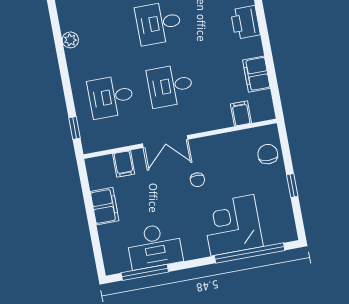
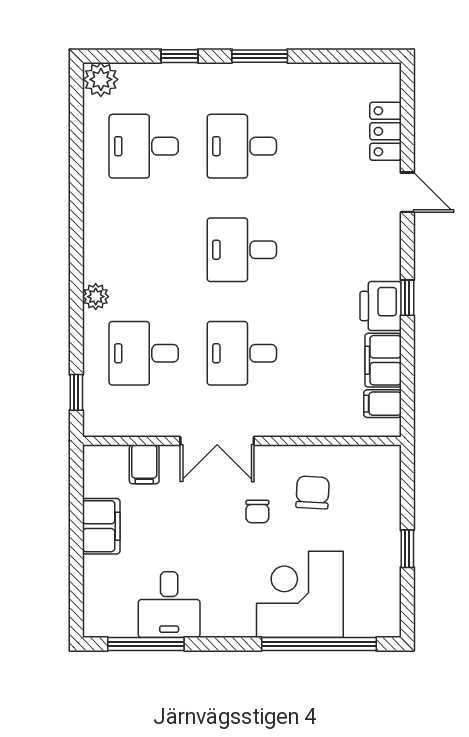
printer: (245, 22) -> (381, 306), moved
window: (264, 34) -> (407, 298), added
plant: (70, 40) -> (96, 297), moved
filing cabinet: (241, 114) -> (382, 404), moved, turned -90
chair: (268, 154) -> (313, 493), moved
desk: (154, 246) -> (169, 605), width x0.73

